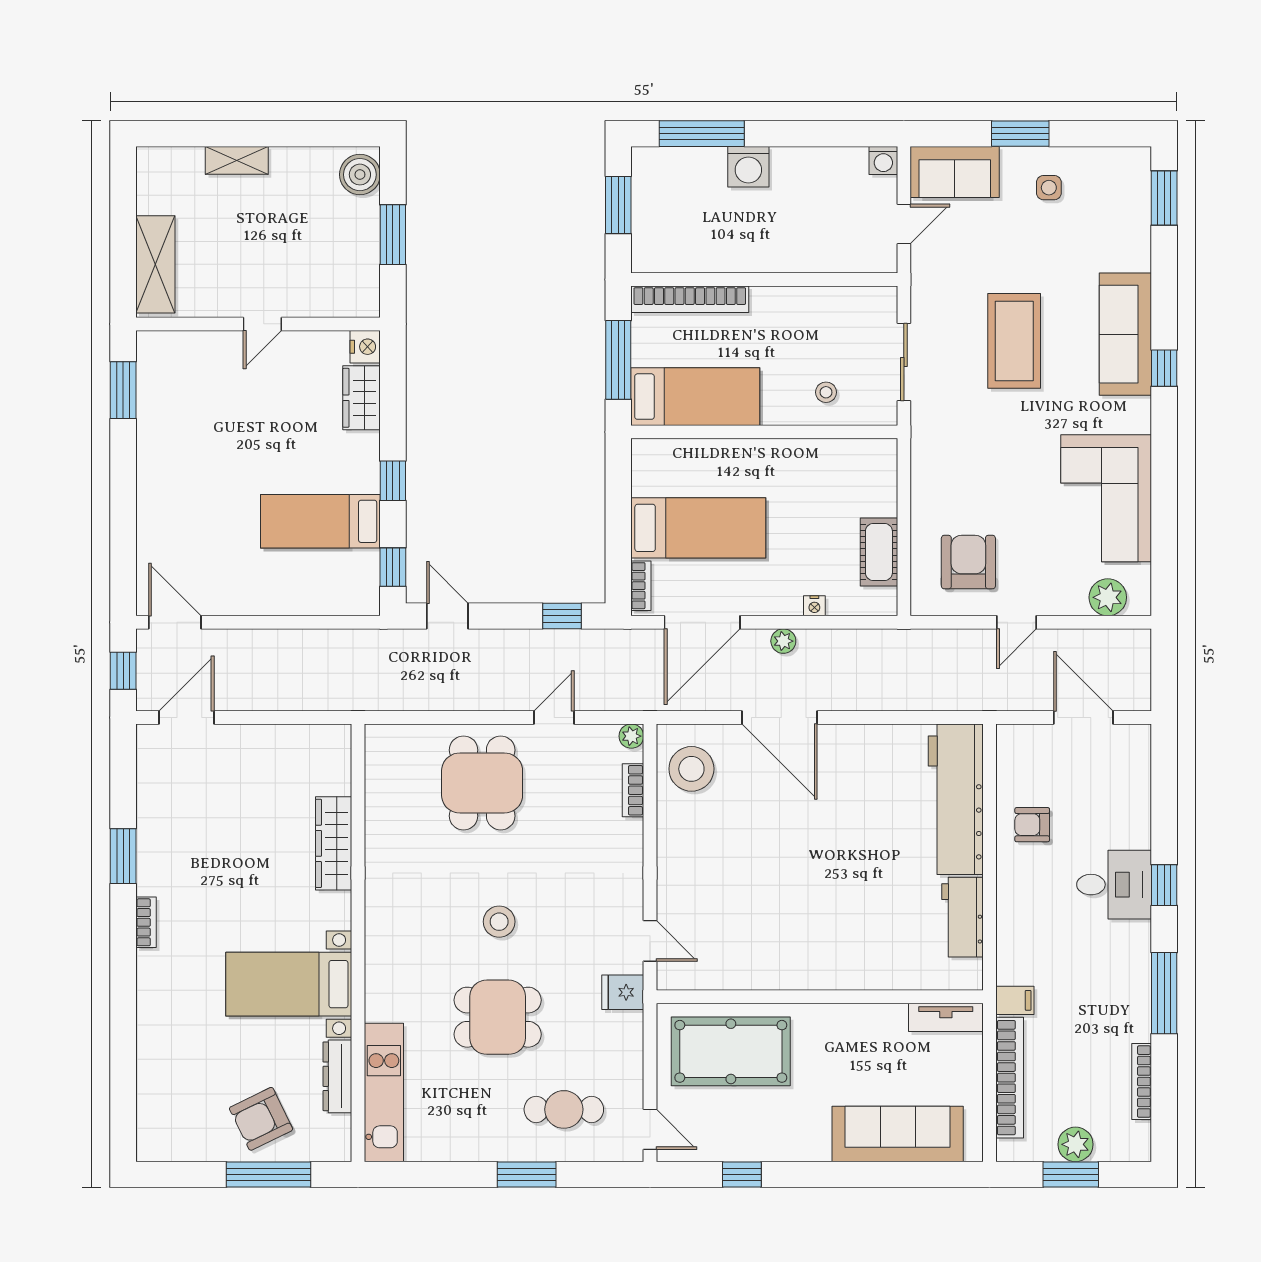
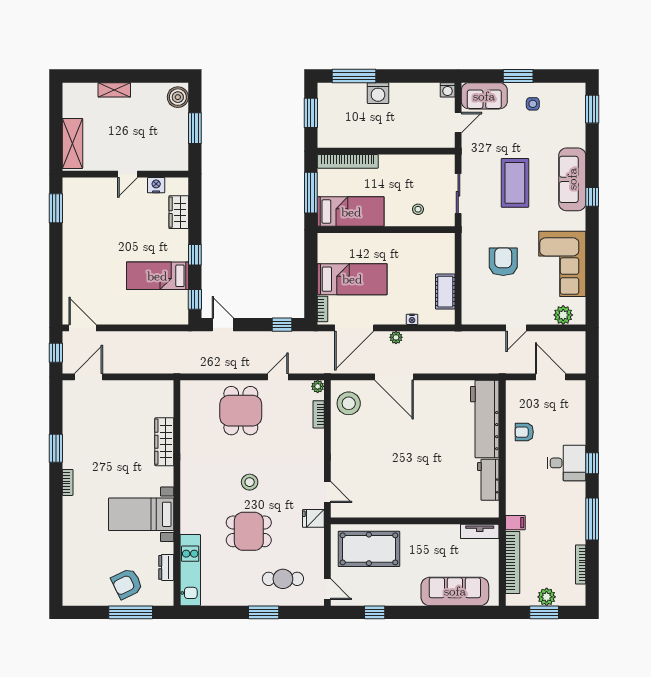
nightstand: (365, 347) -> (156, 185), moved, turned -90
armchair: (968, 562) -> (503, 262), moved
dresser: (337, 1076) -> (166, 567), width x0.70

